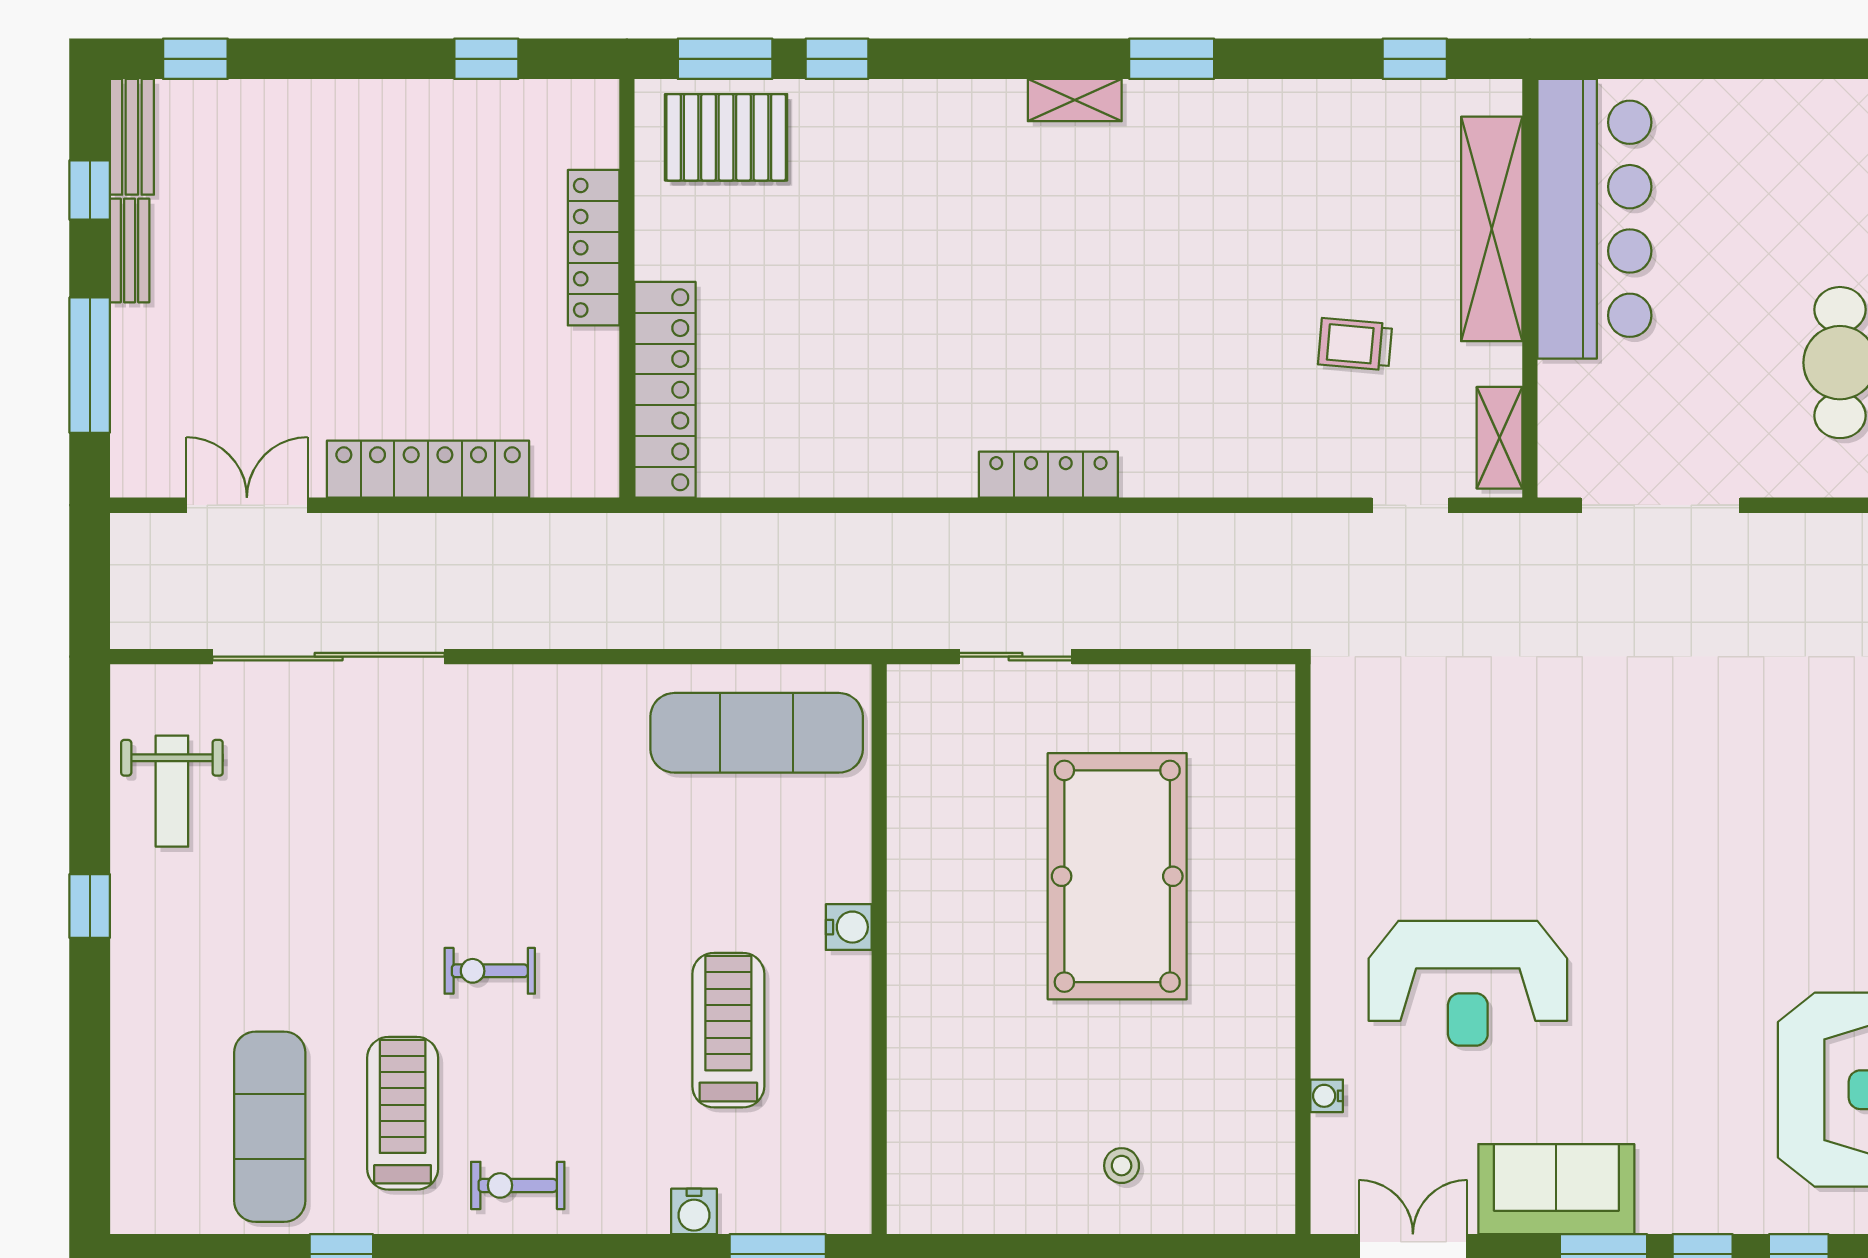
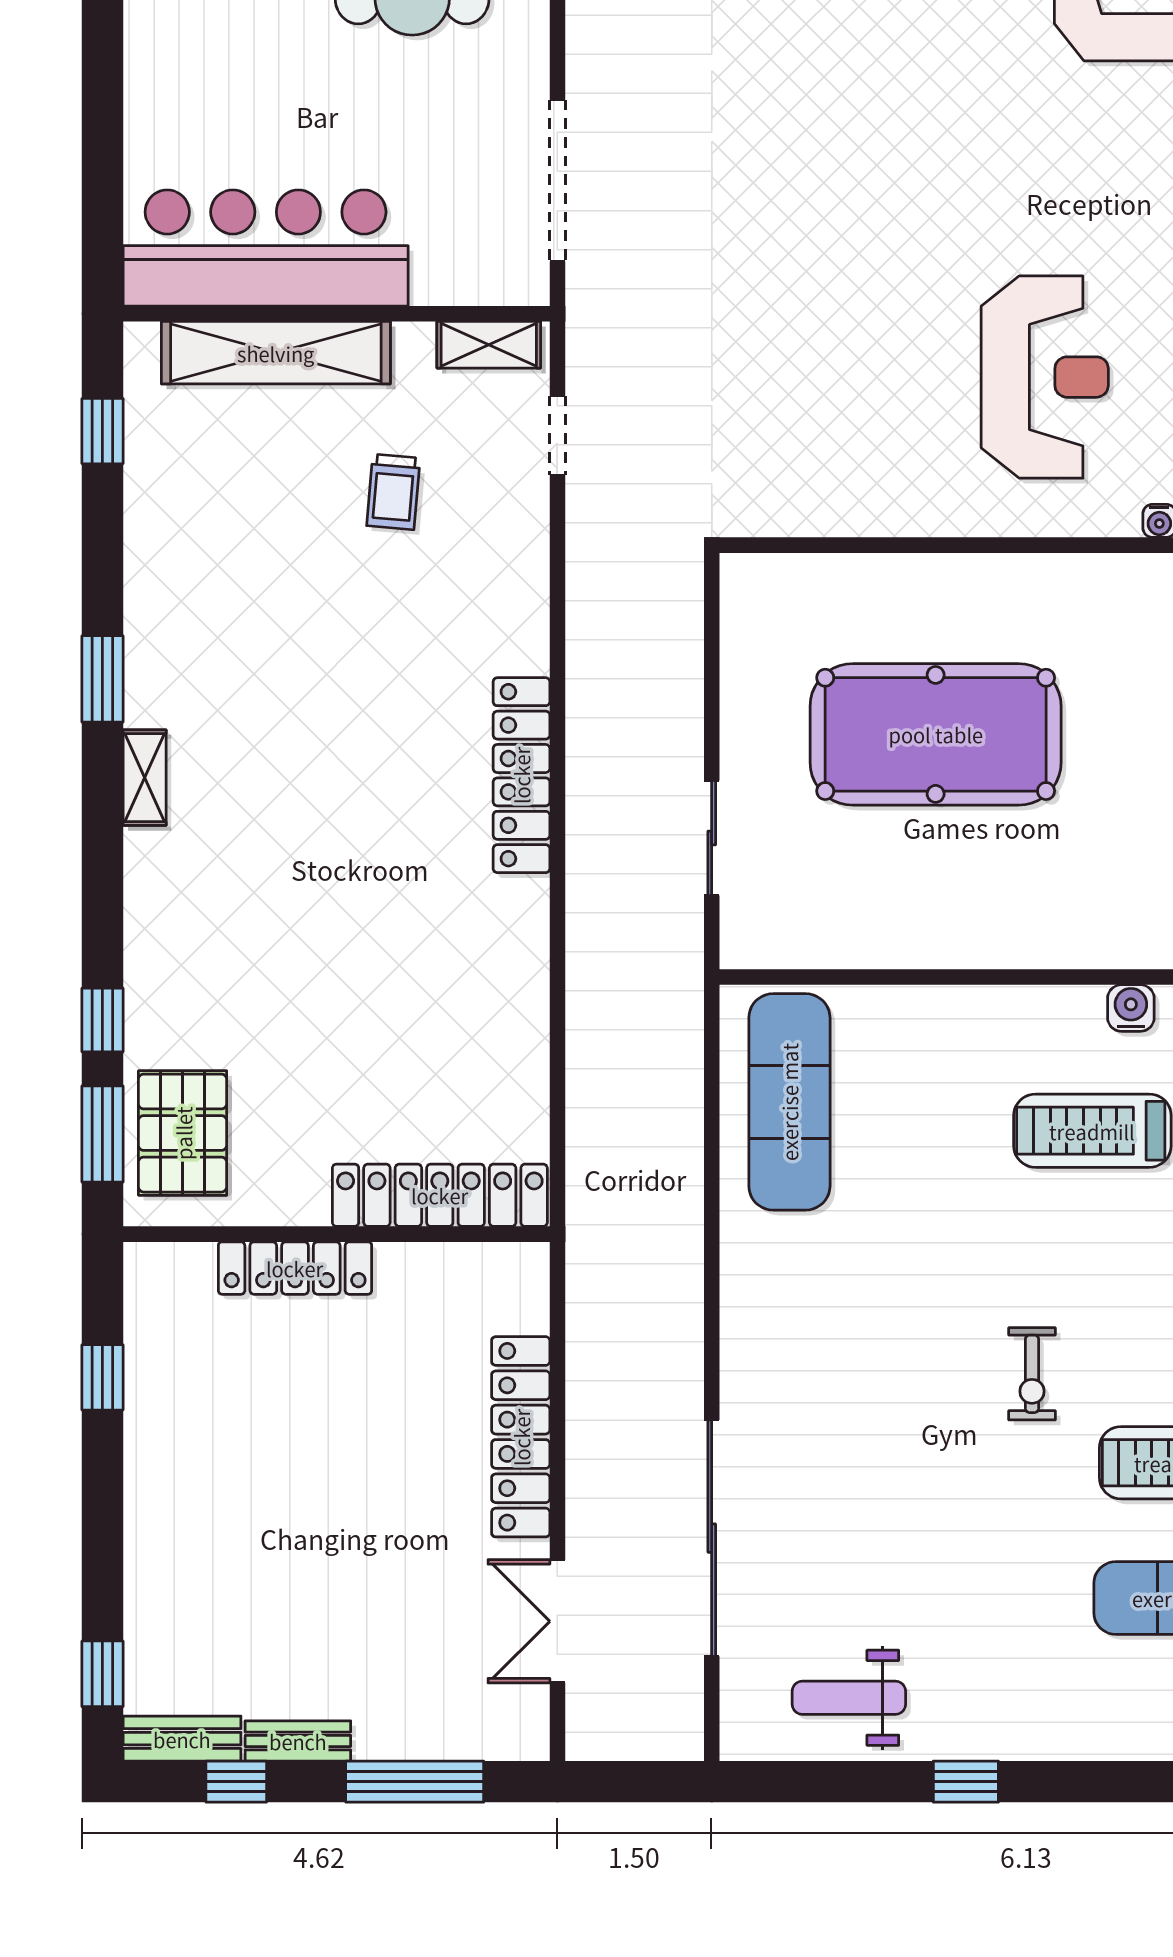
locker: (1048, 475) -> (521, 775), width x1.41, depth x1.21
weight bench: (172, 791) -> (849, 1698), turned 180
water cooler: (849, 927) -> (1131, 1008), moved

